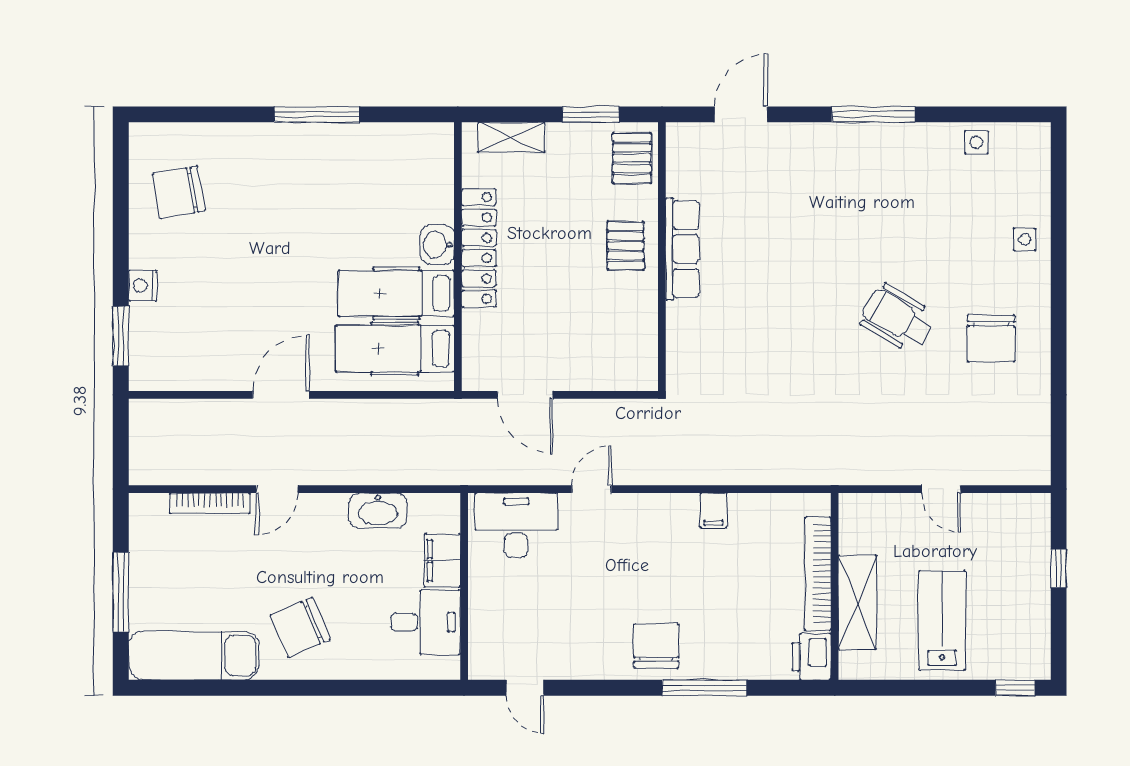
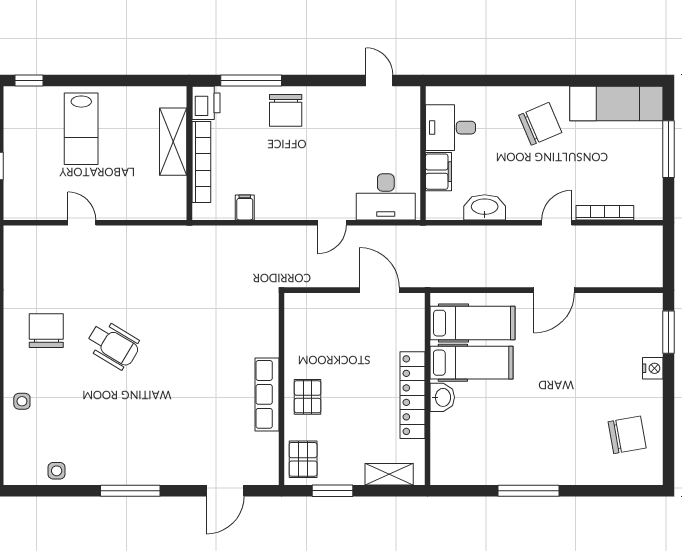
bookcase: (818, 574) -> (201, 162), moved
wall: (835, 586) -> (189, 153), moved
shelving: (857, 602) -> (173, 142), moved
printer: (812, 657) -> (206, 103), moved

